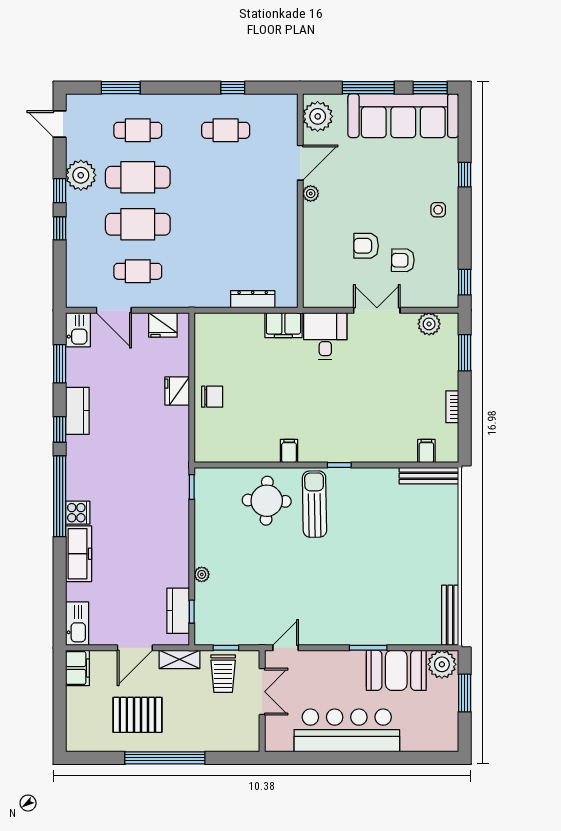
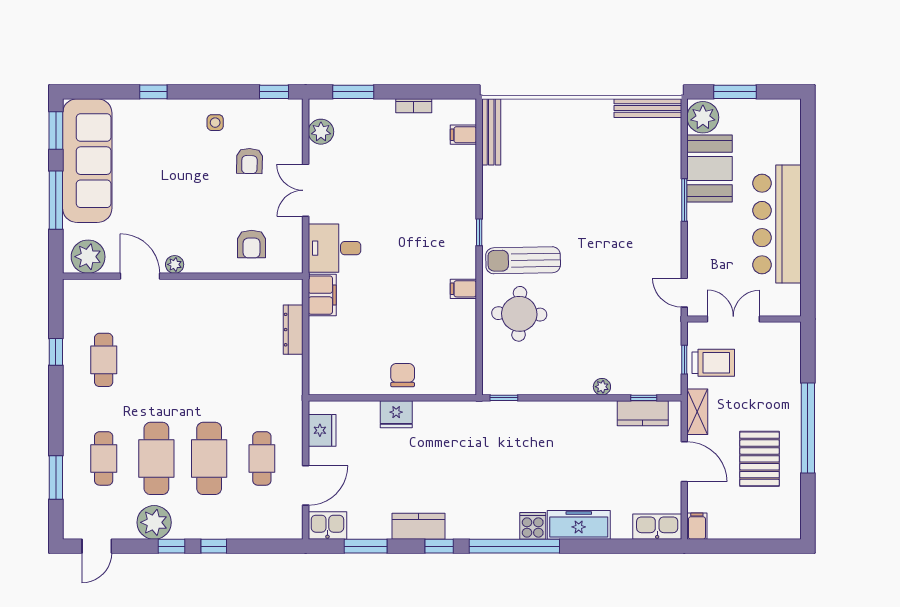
side table: (438, 210) -> (215, 123), moved
armchair: (366, 246) -> (252, 244), moved
filing cabinet: (77, 668) -> (697, 526), width x0.50

